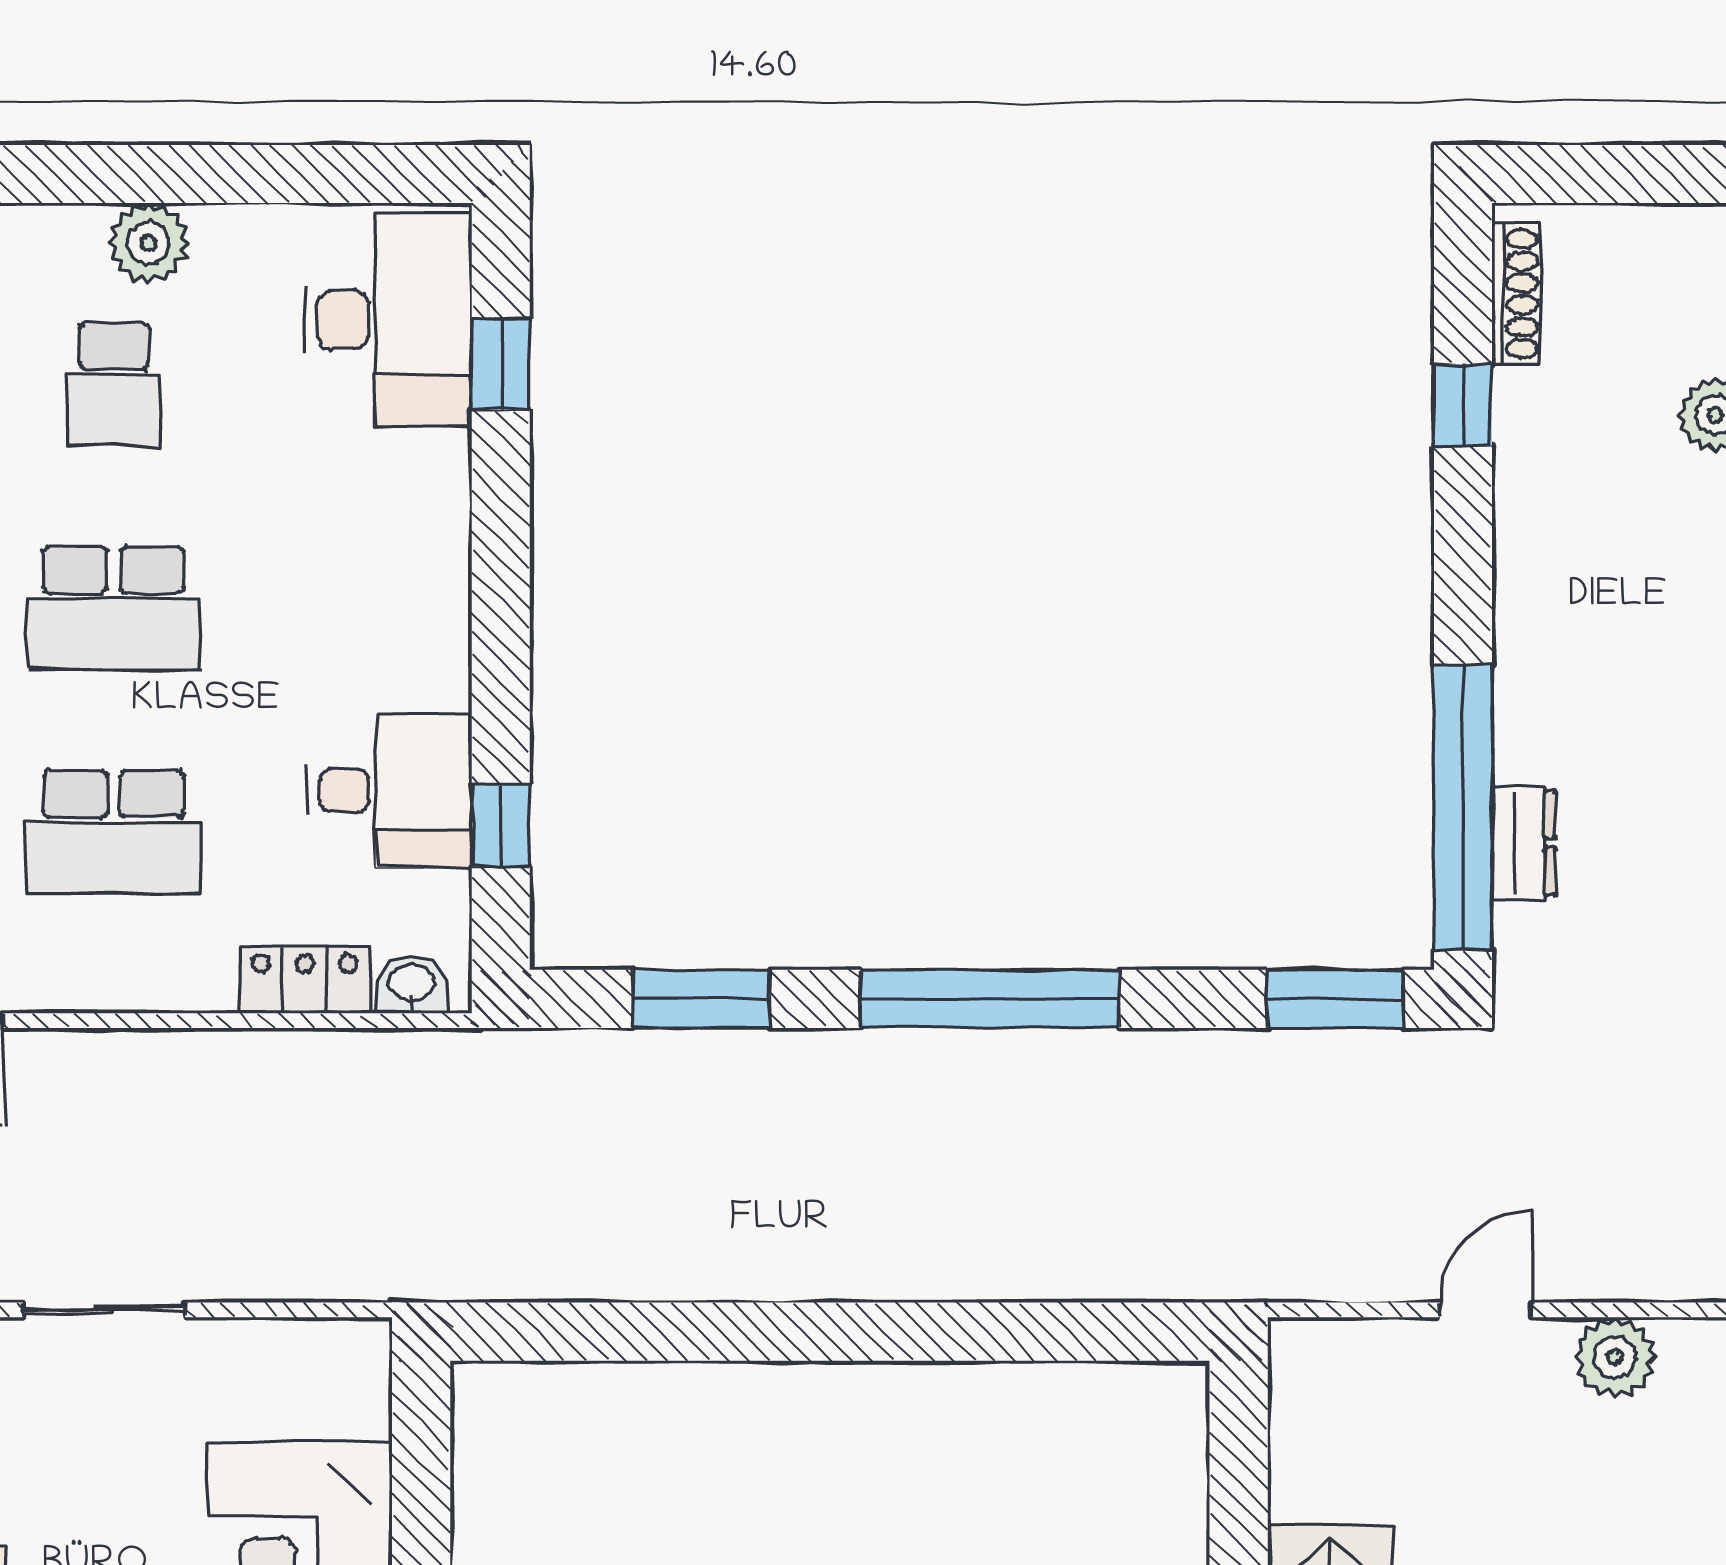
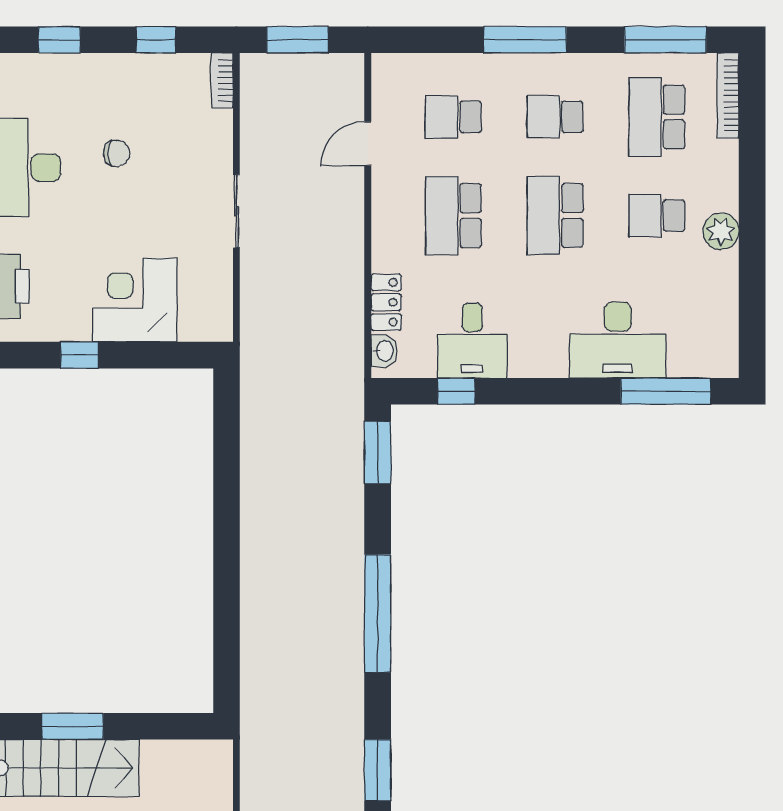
desk: (388, 320) -> (618, 340), moved
window: (501, 364) -> (666, 391), width x2.17
window: (701, 999) -> (378, 453), moved

